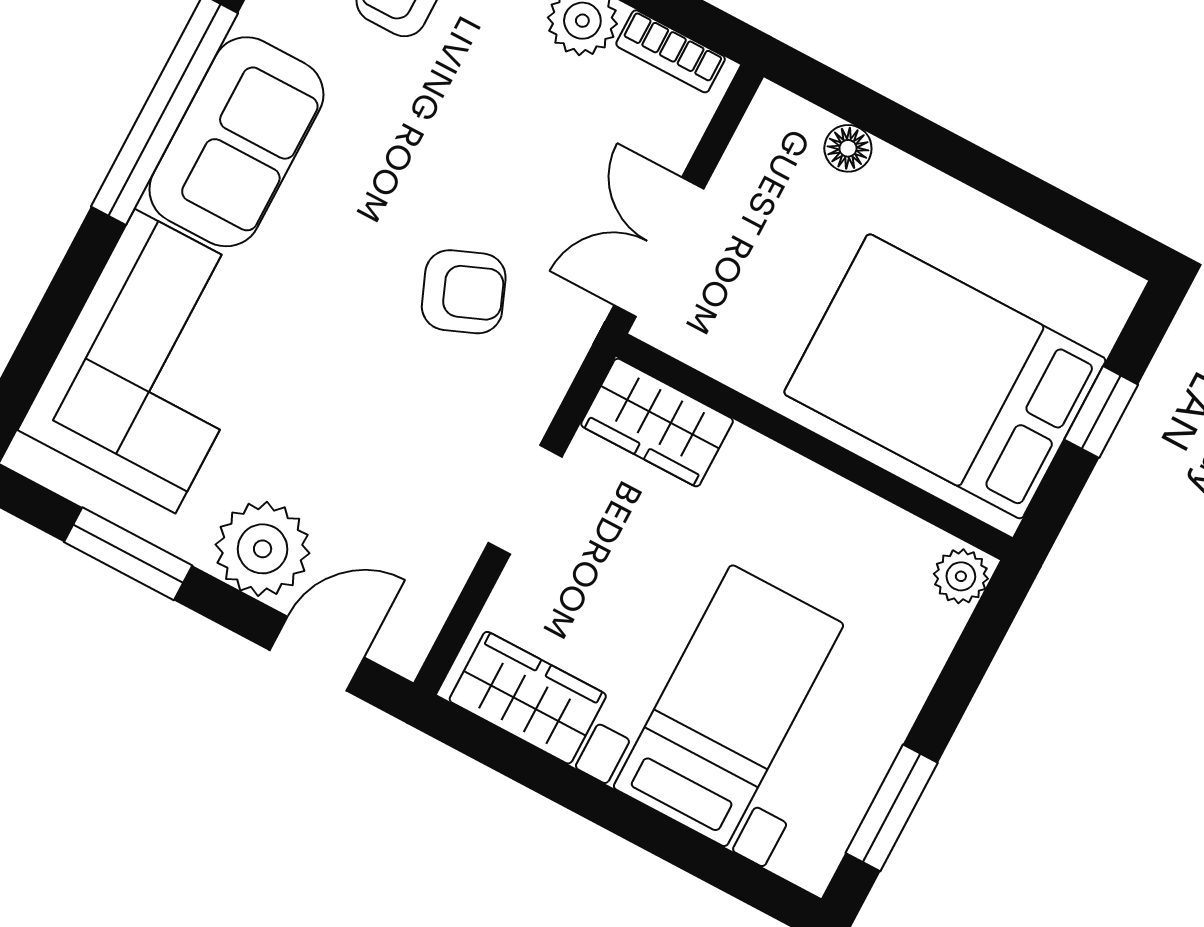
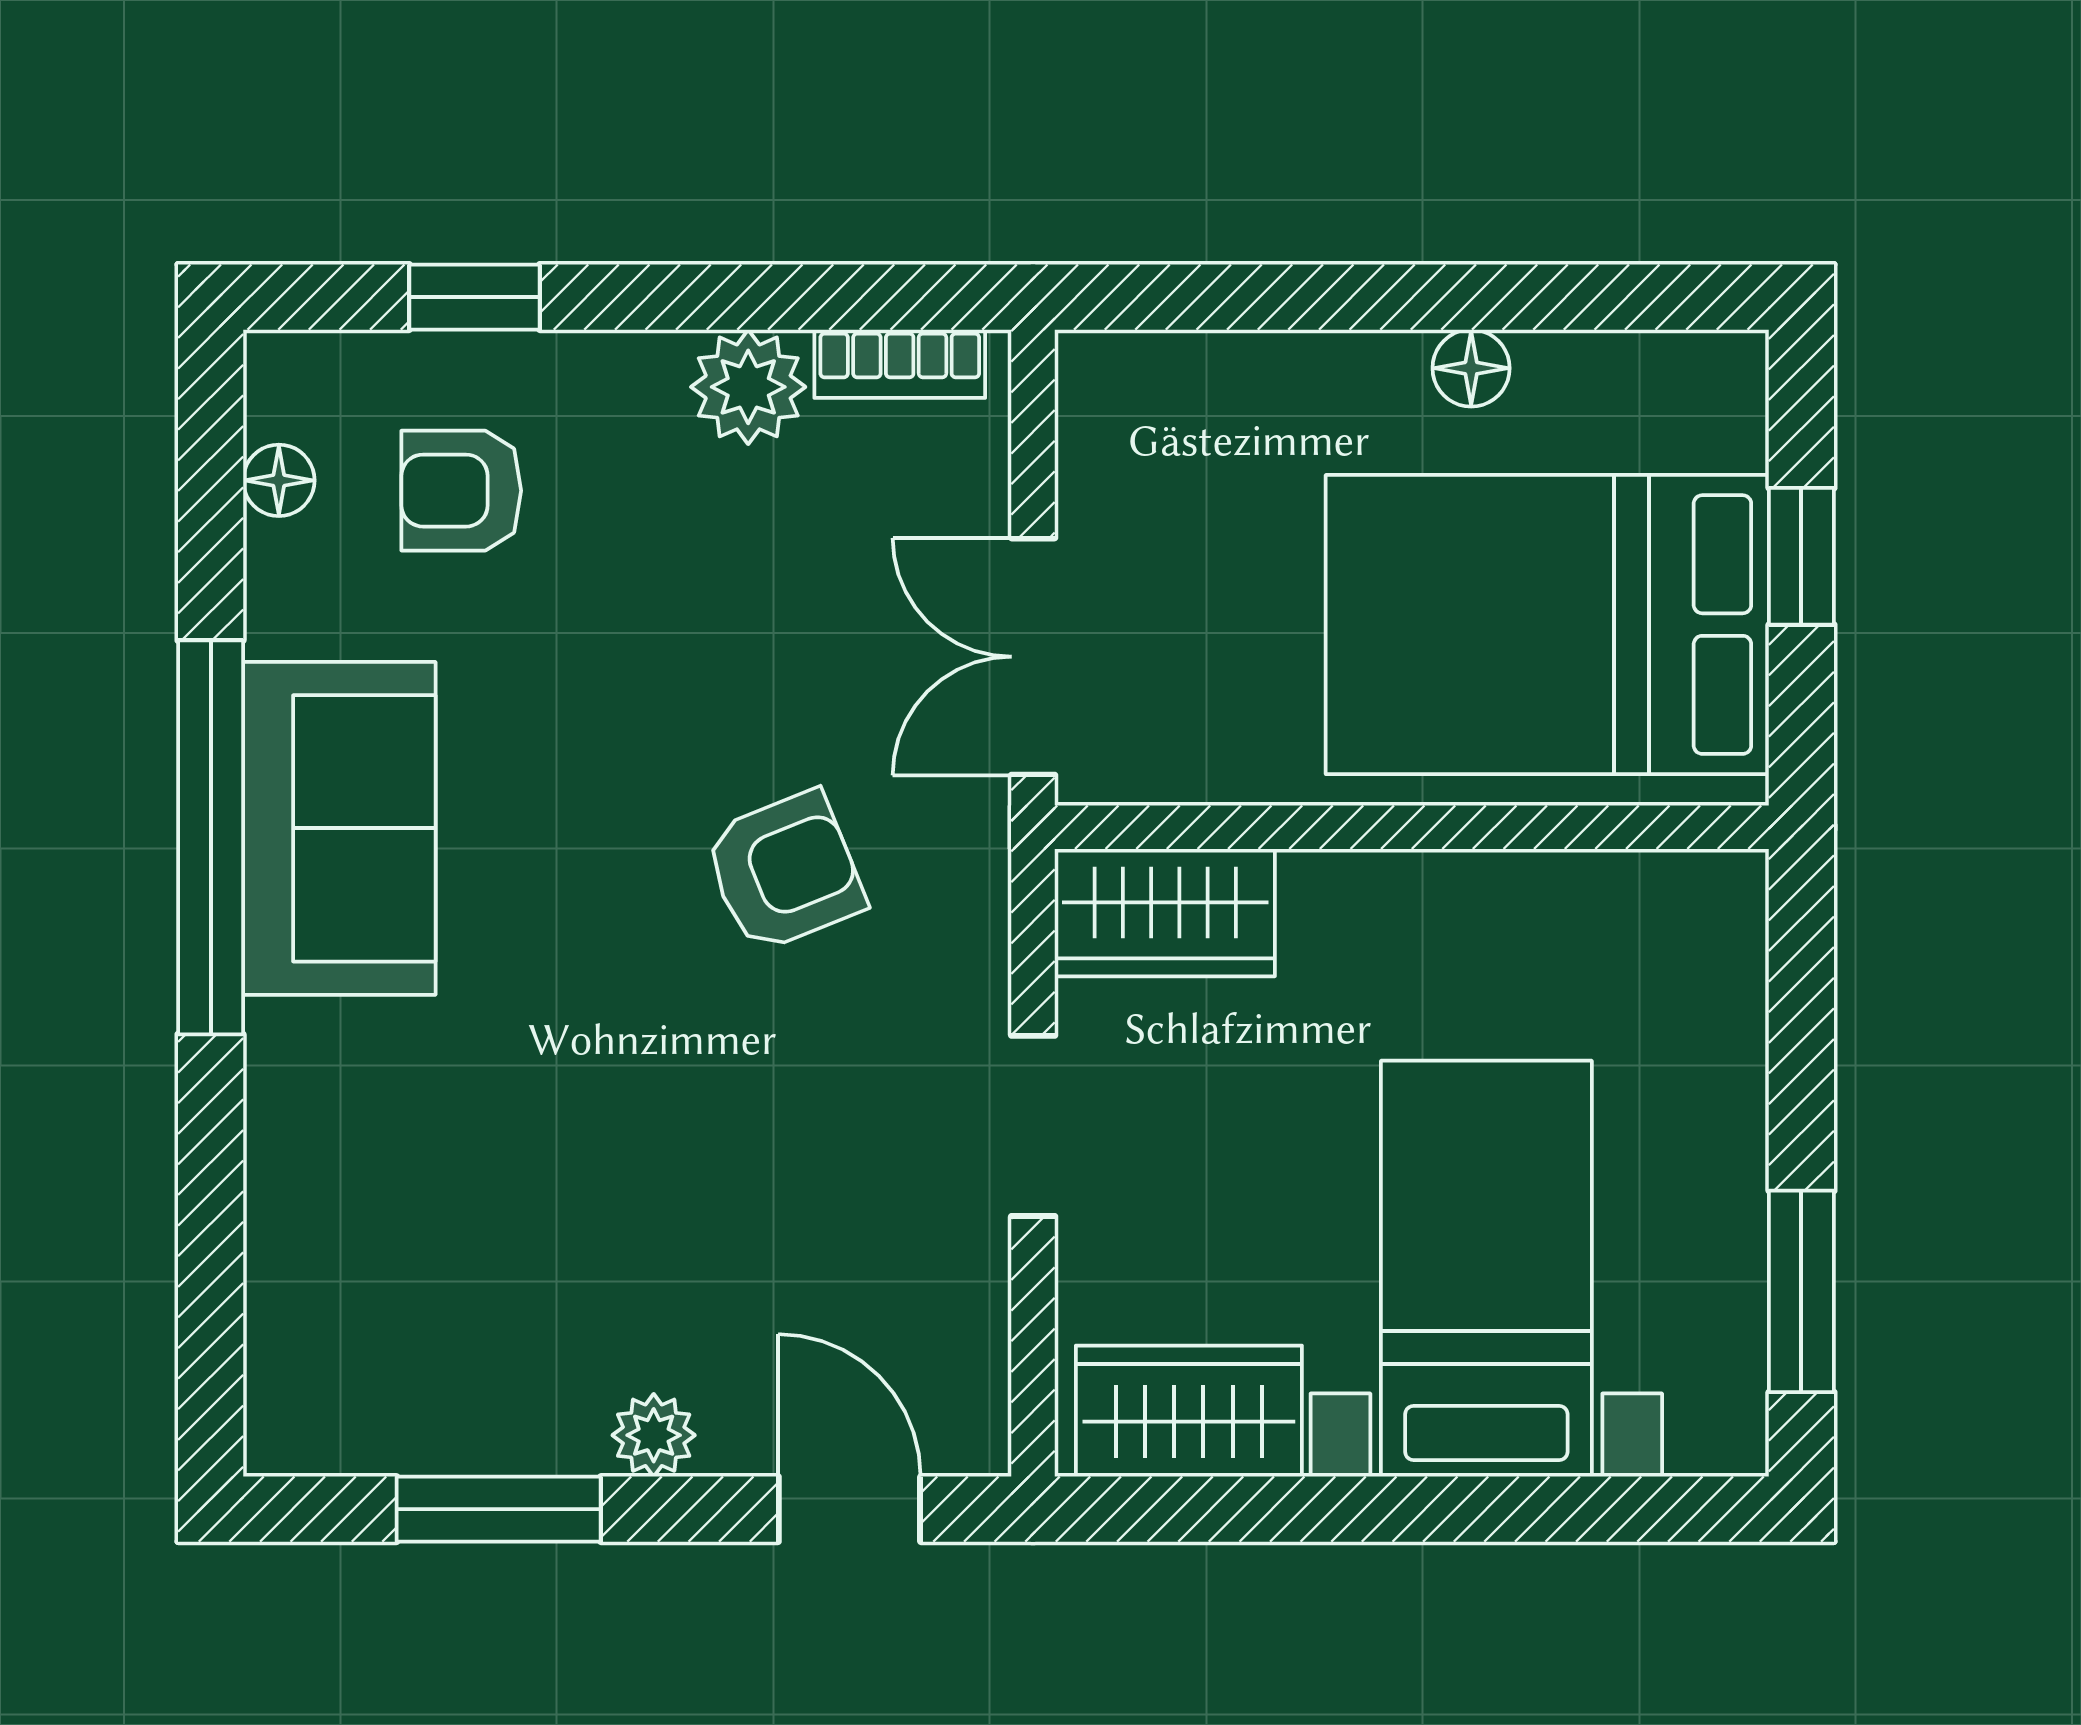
floor lamp: (848, 148) -> (1471, 368), moved
corner sofa: (155, 361) -> (390, 1209), removed
plant: (263, 549) -> (654, 1435), width x0.53, depth x0.53
plant: (961, 576) -> (1724, 902), removed
door: (317, 654) -> (849, 1509), hinge flipped

